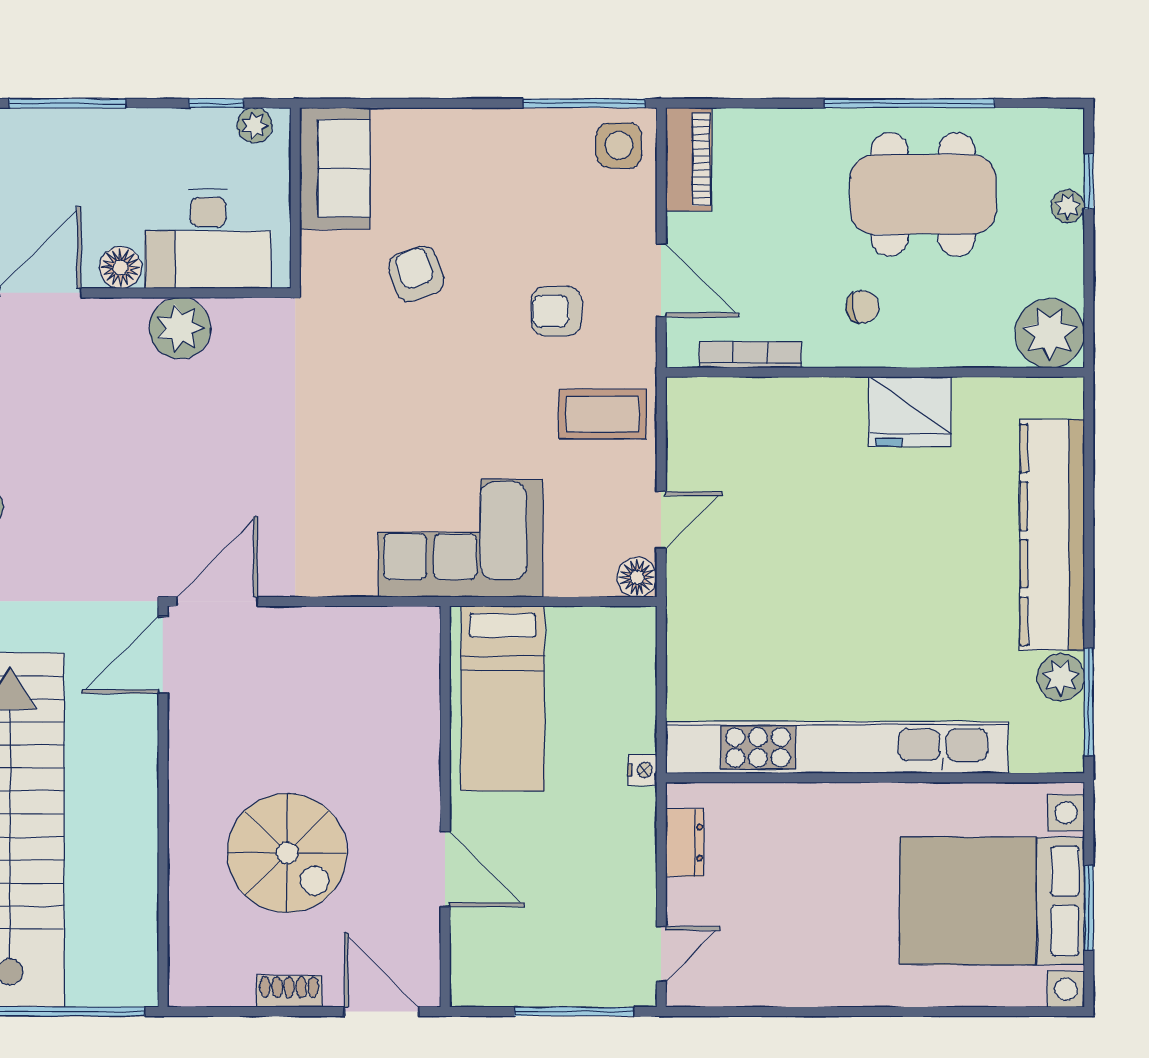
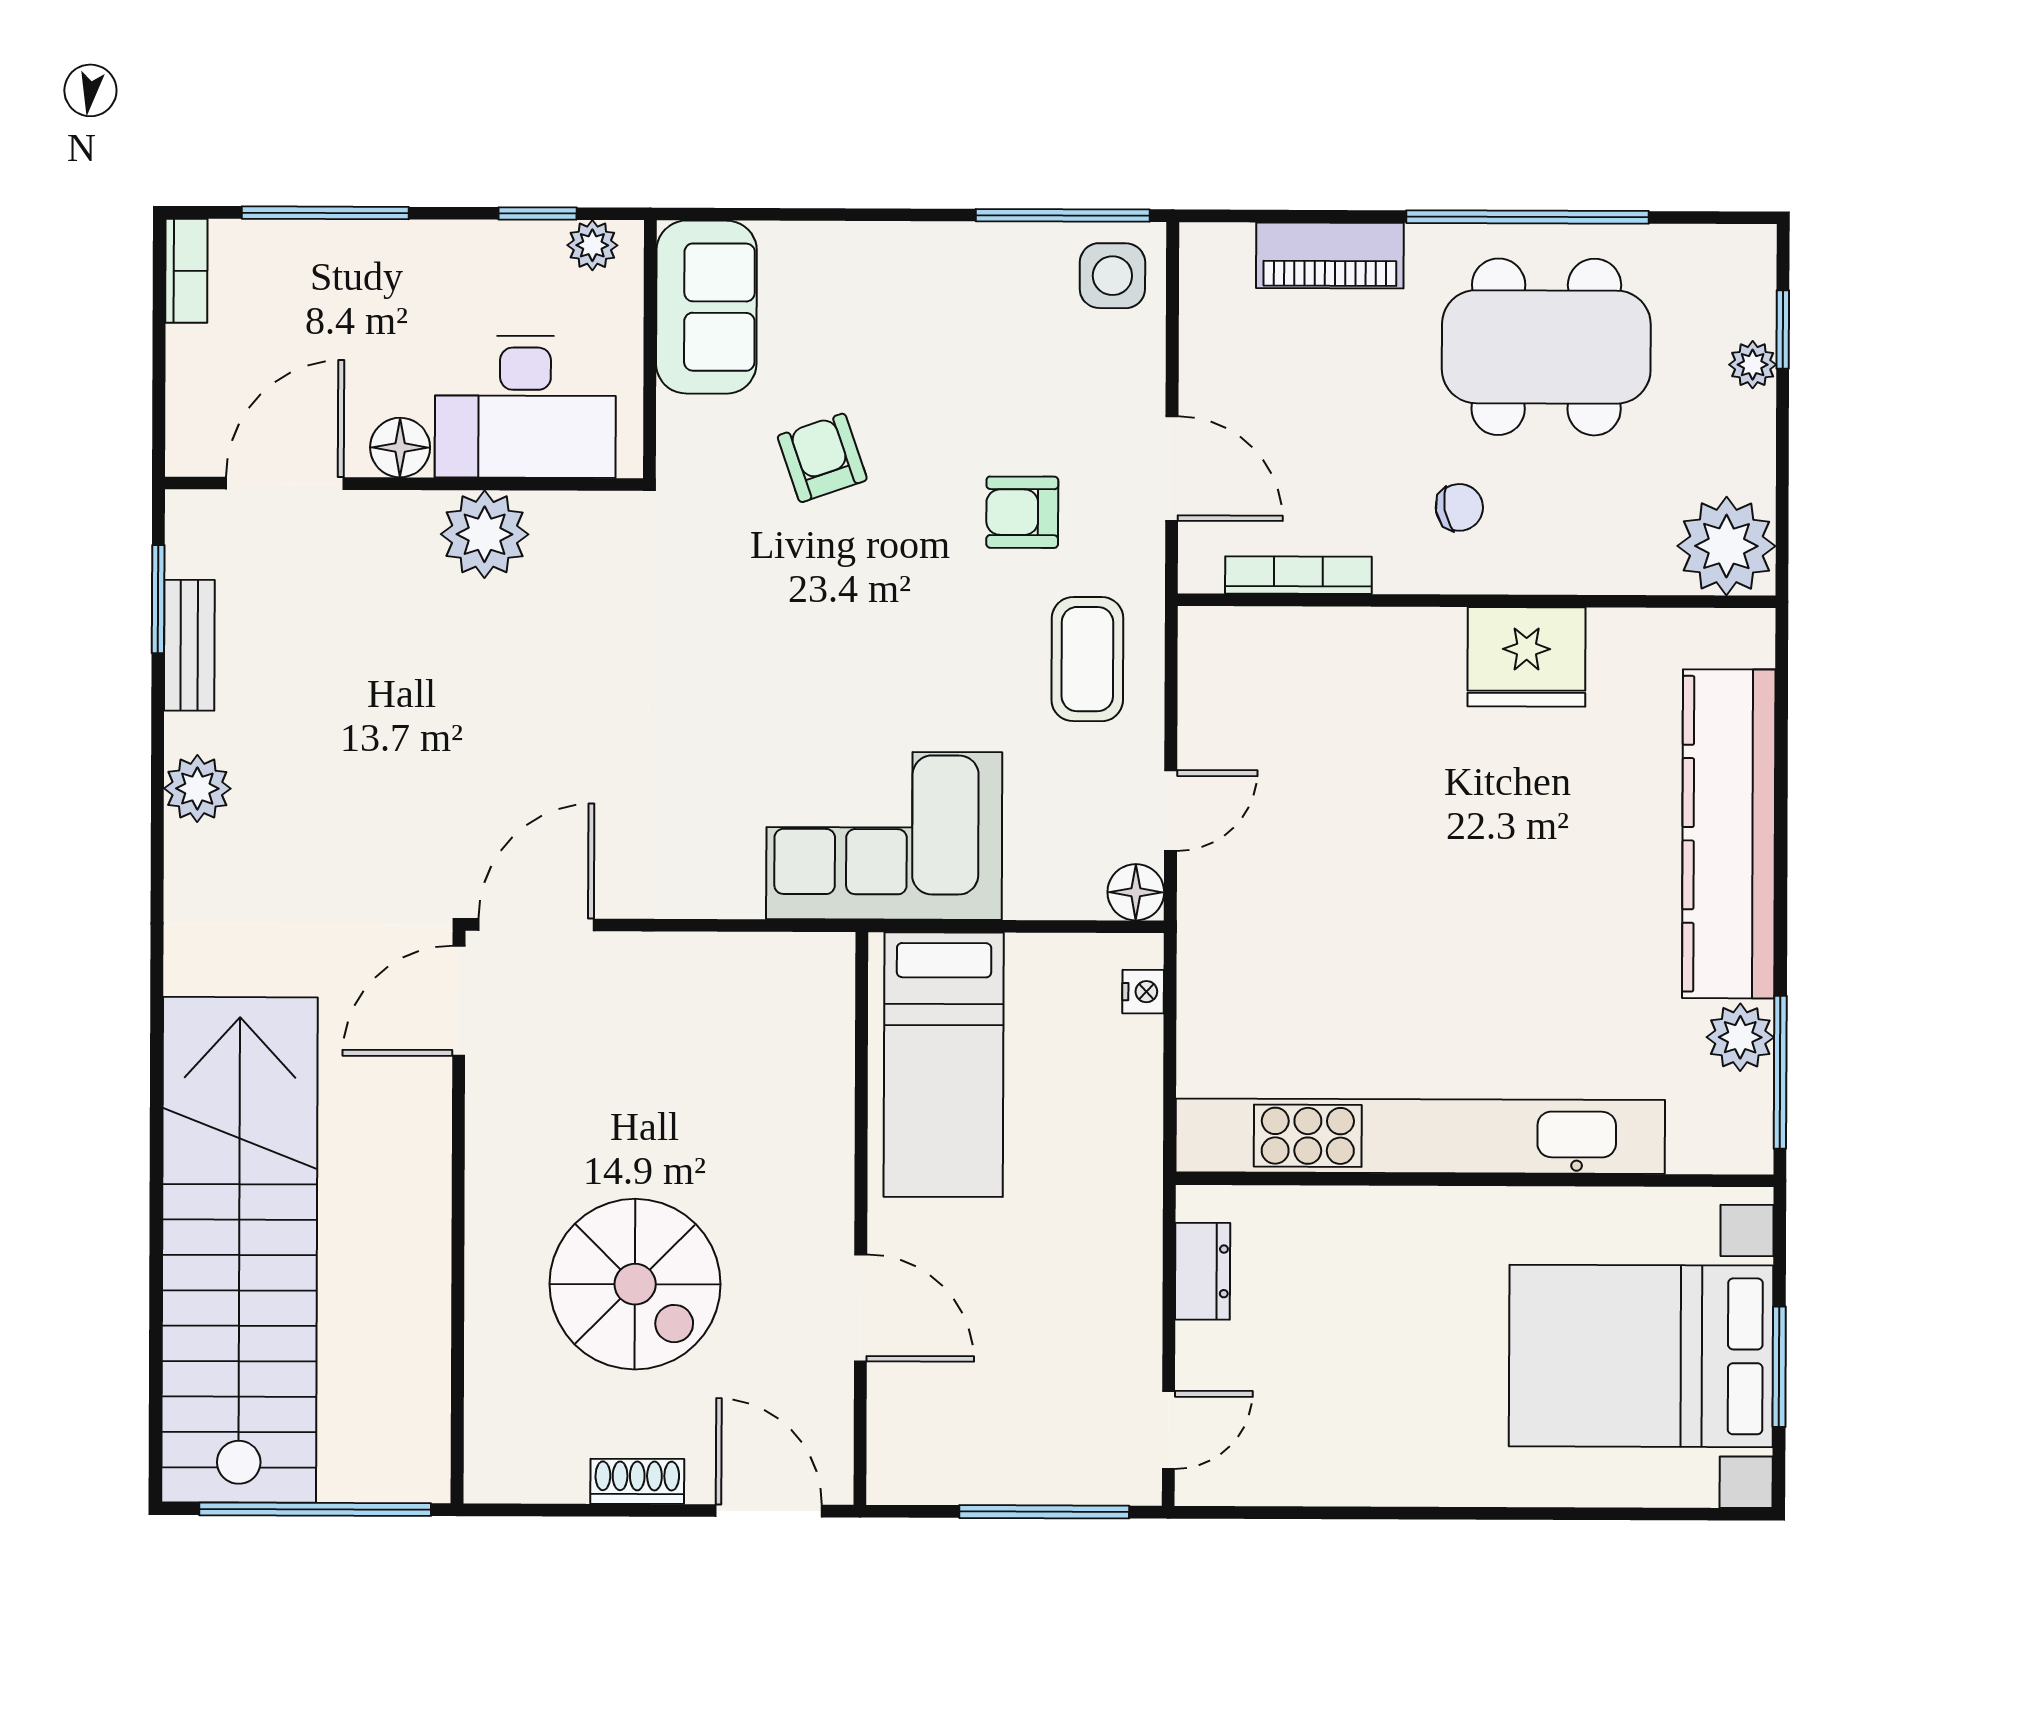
piano: (689, 159) -> (1330, 256), moved, turned 90
coffee table: (602, 414) -> (1087, 659), turned 90
nightstand: (642, 770) -> (1143, 992), moved

